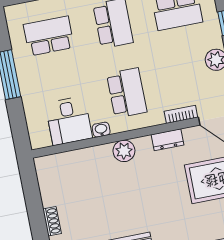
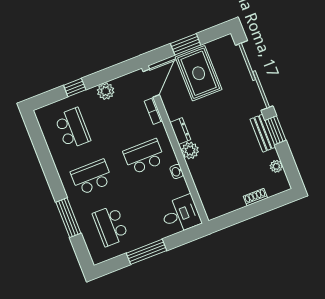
desk: (69, 121) -> (181, 214), moved
dresser: (168, 140) -> (180, 131), moved

